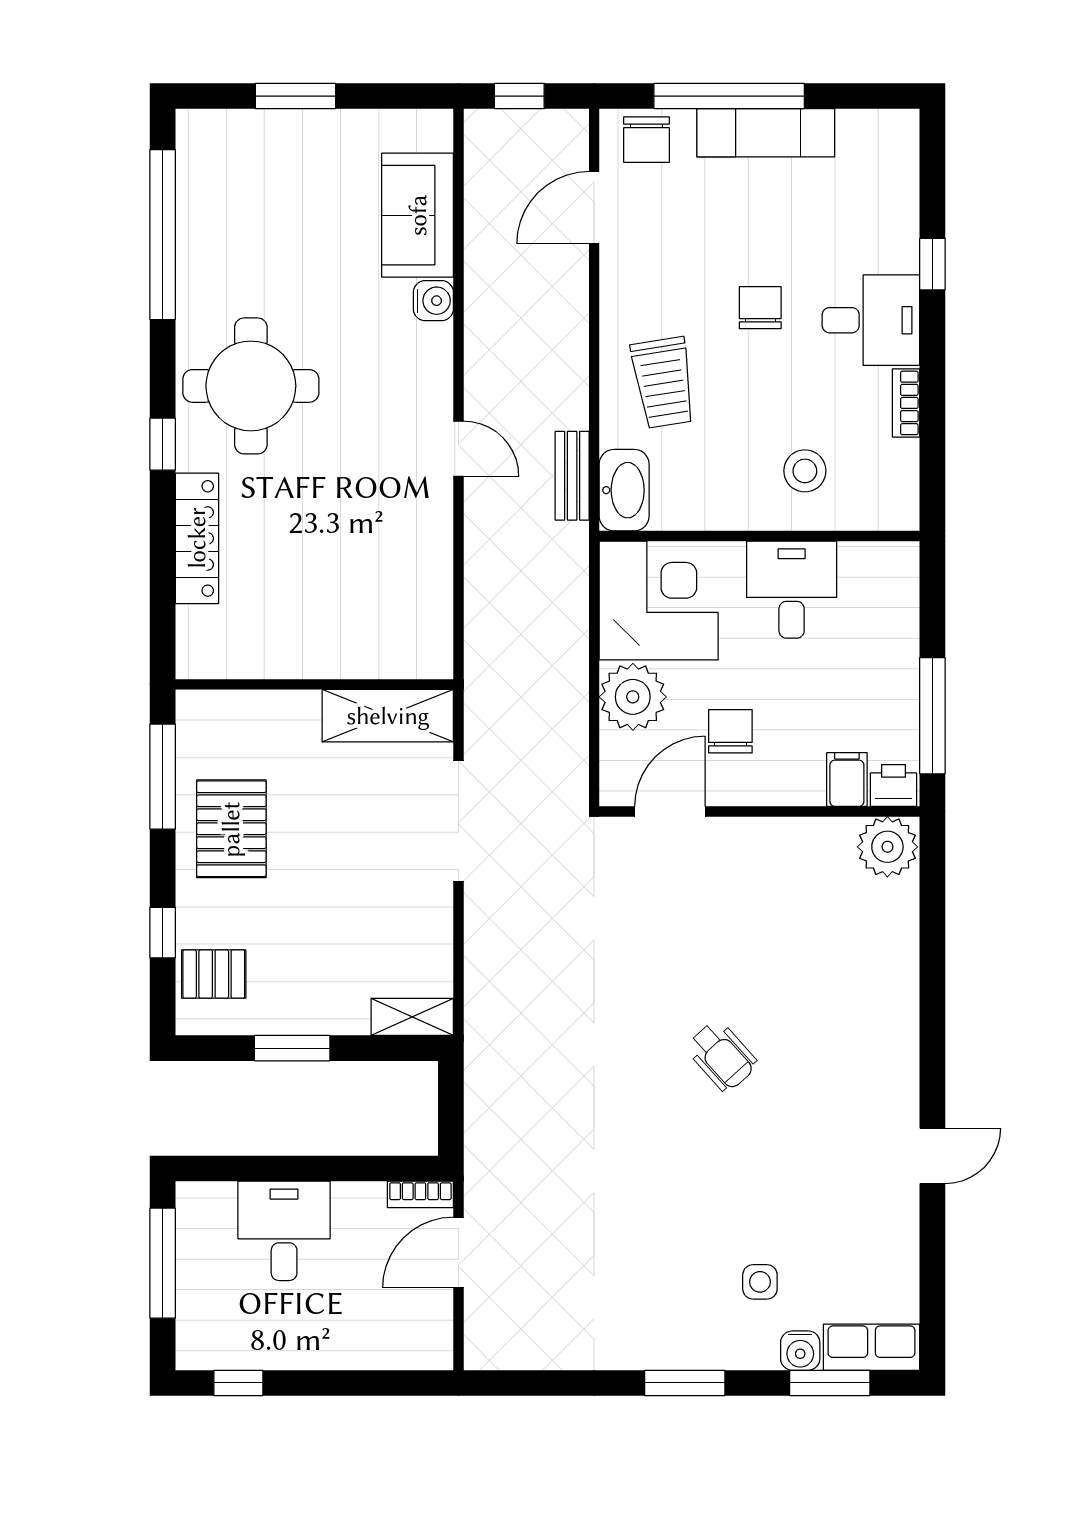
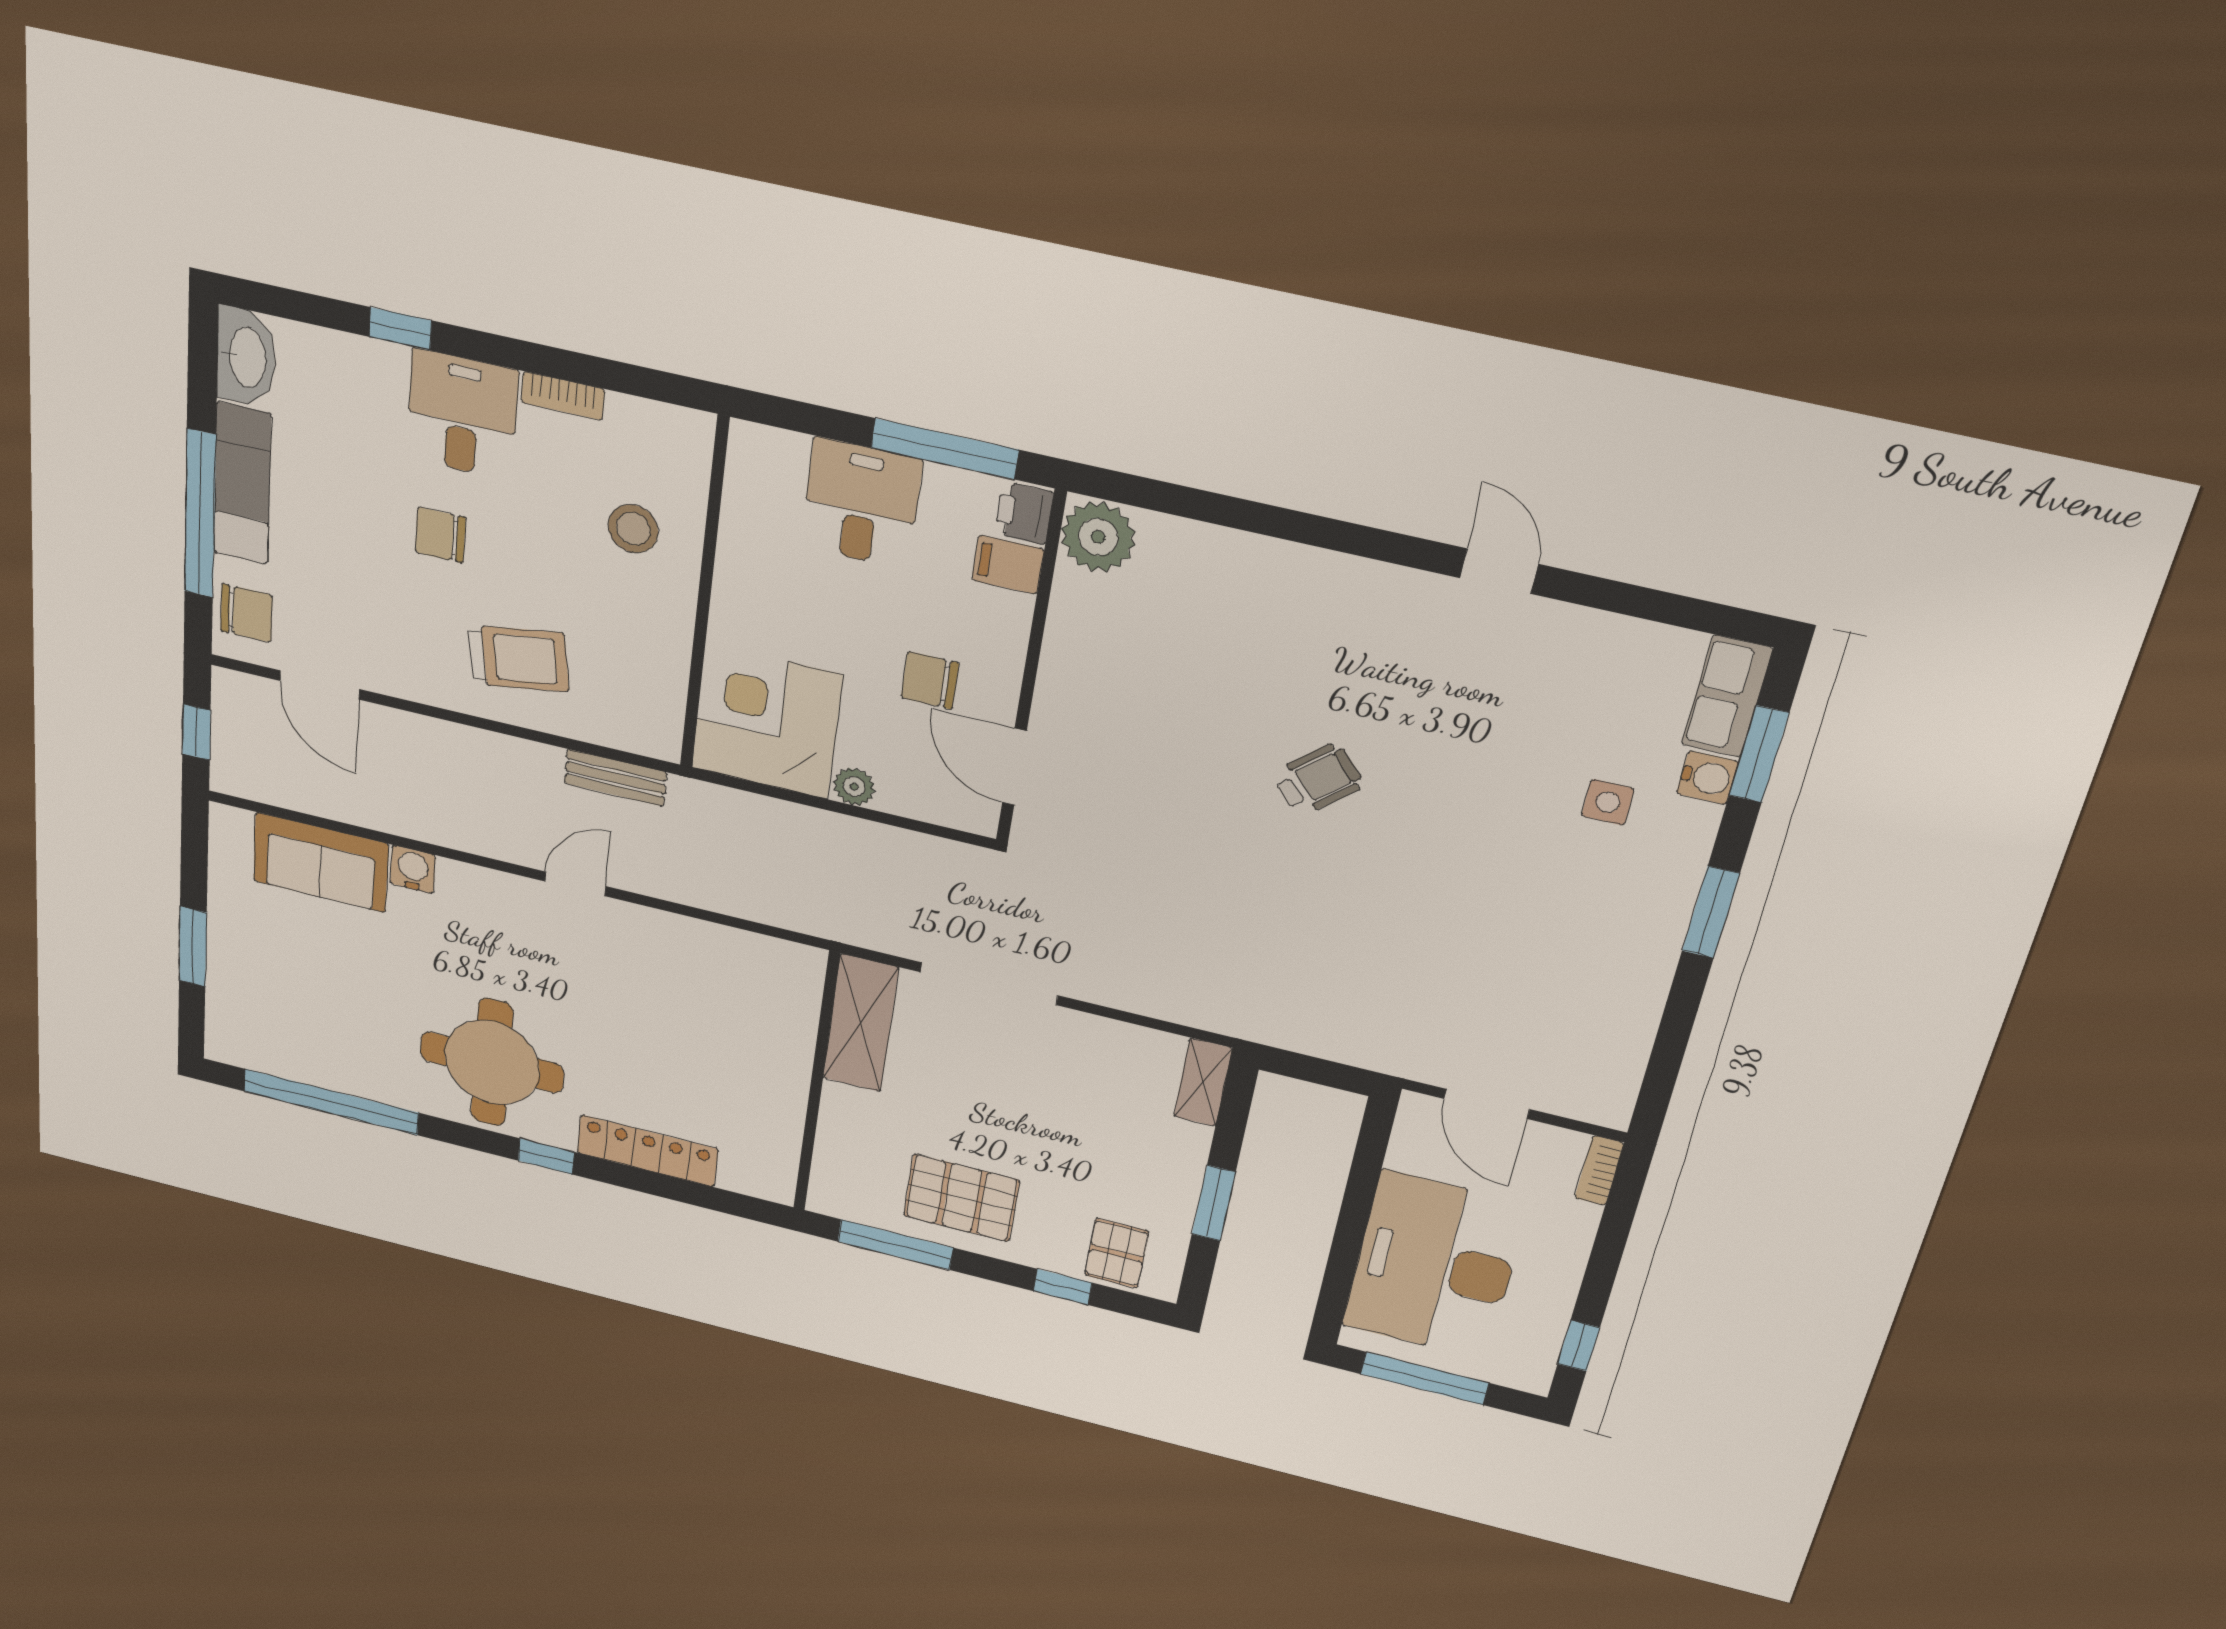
washbasin: (624, 490) -> (246, 357), moved, turned 90
desk: (792, 590) -> (861, 503), moved, turned 90
plant: (633, 697) -> (854, 787), width x0.53, depth x0.53
bookcase: (420, 1194) -> (1599, 1171), moved, turned 180
desk: (284, 1231) -> (1434, 1266), width x1.87, depth x1.30

